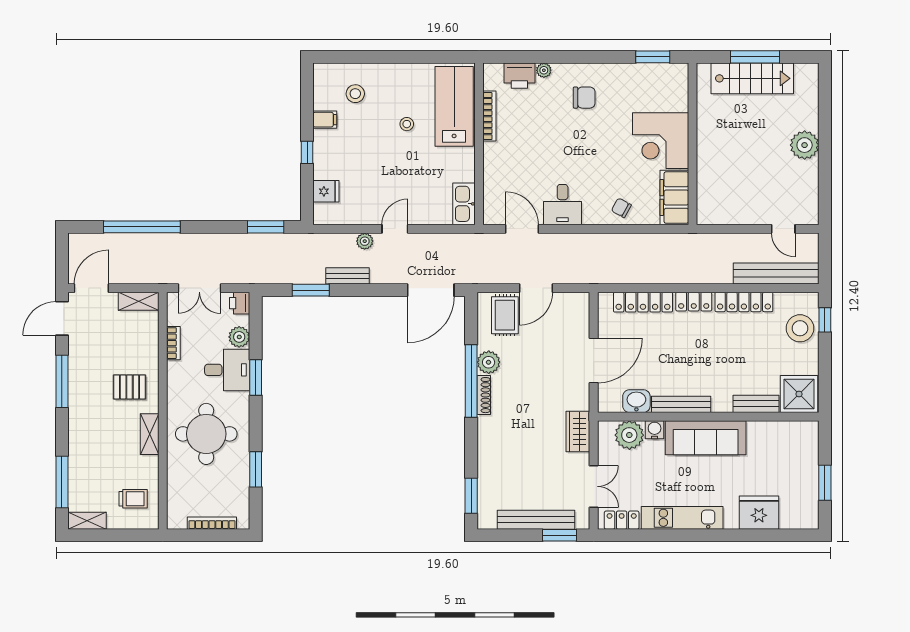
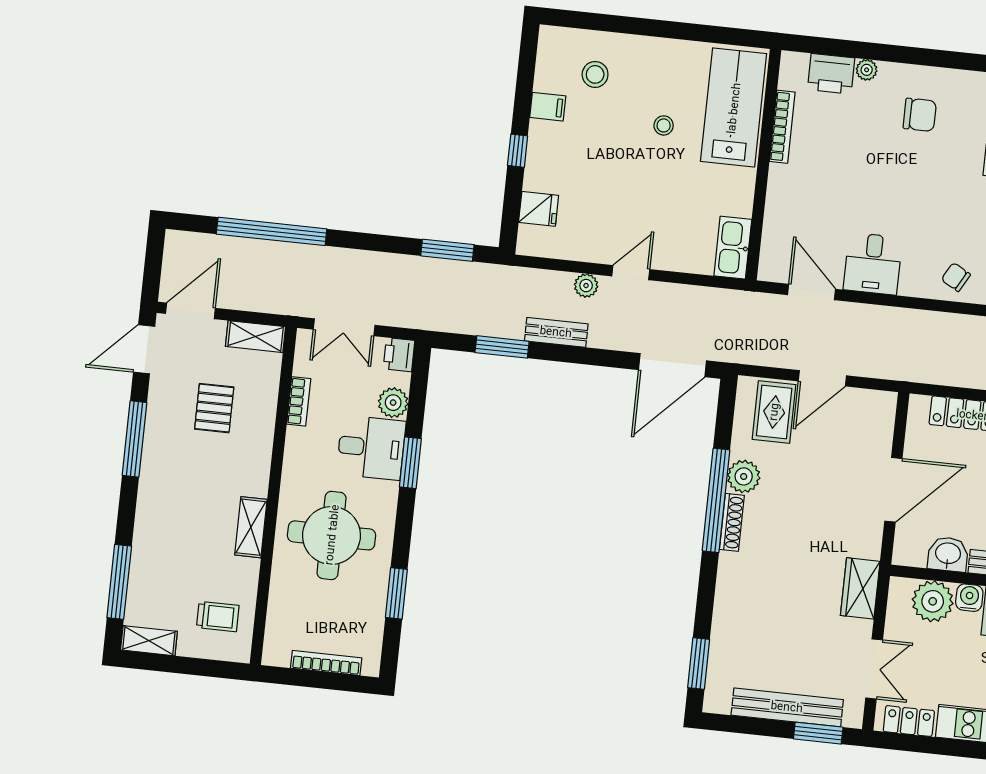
pallet: (130, 387) -> (214, 408), moved, turned 90

